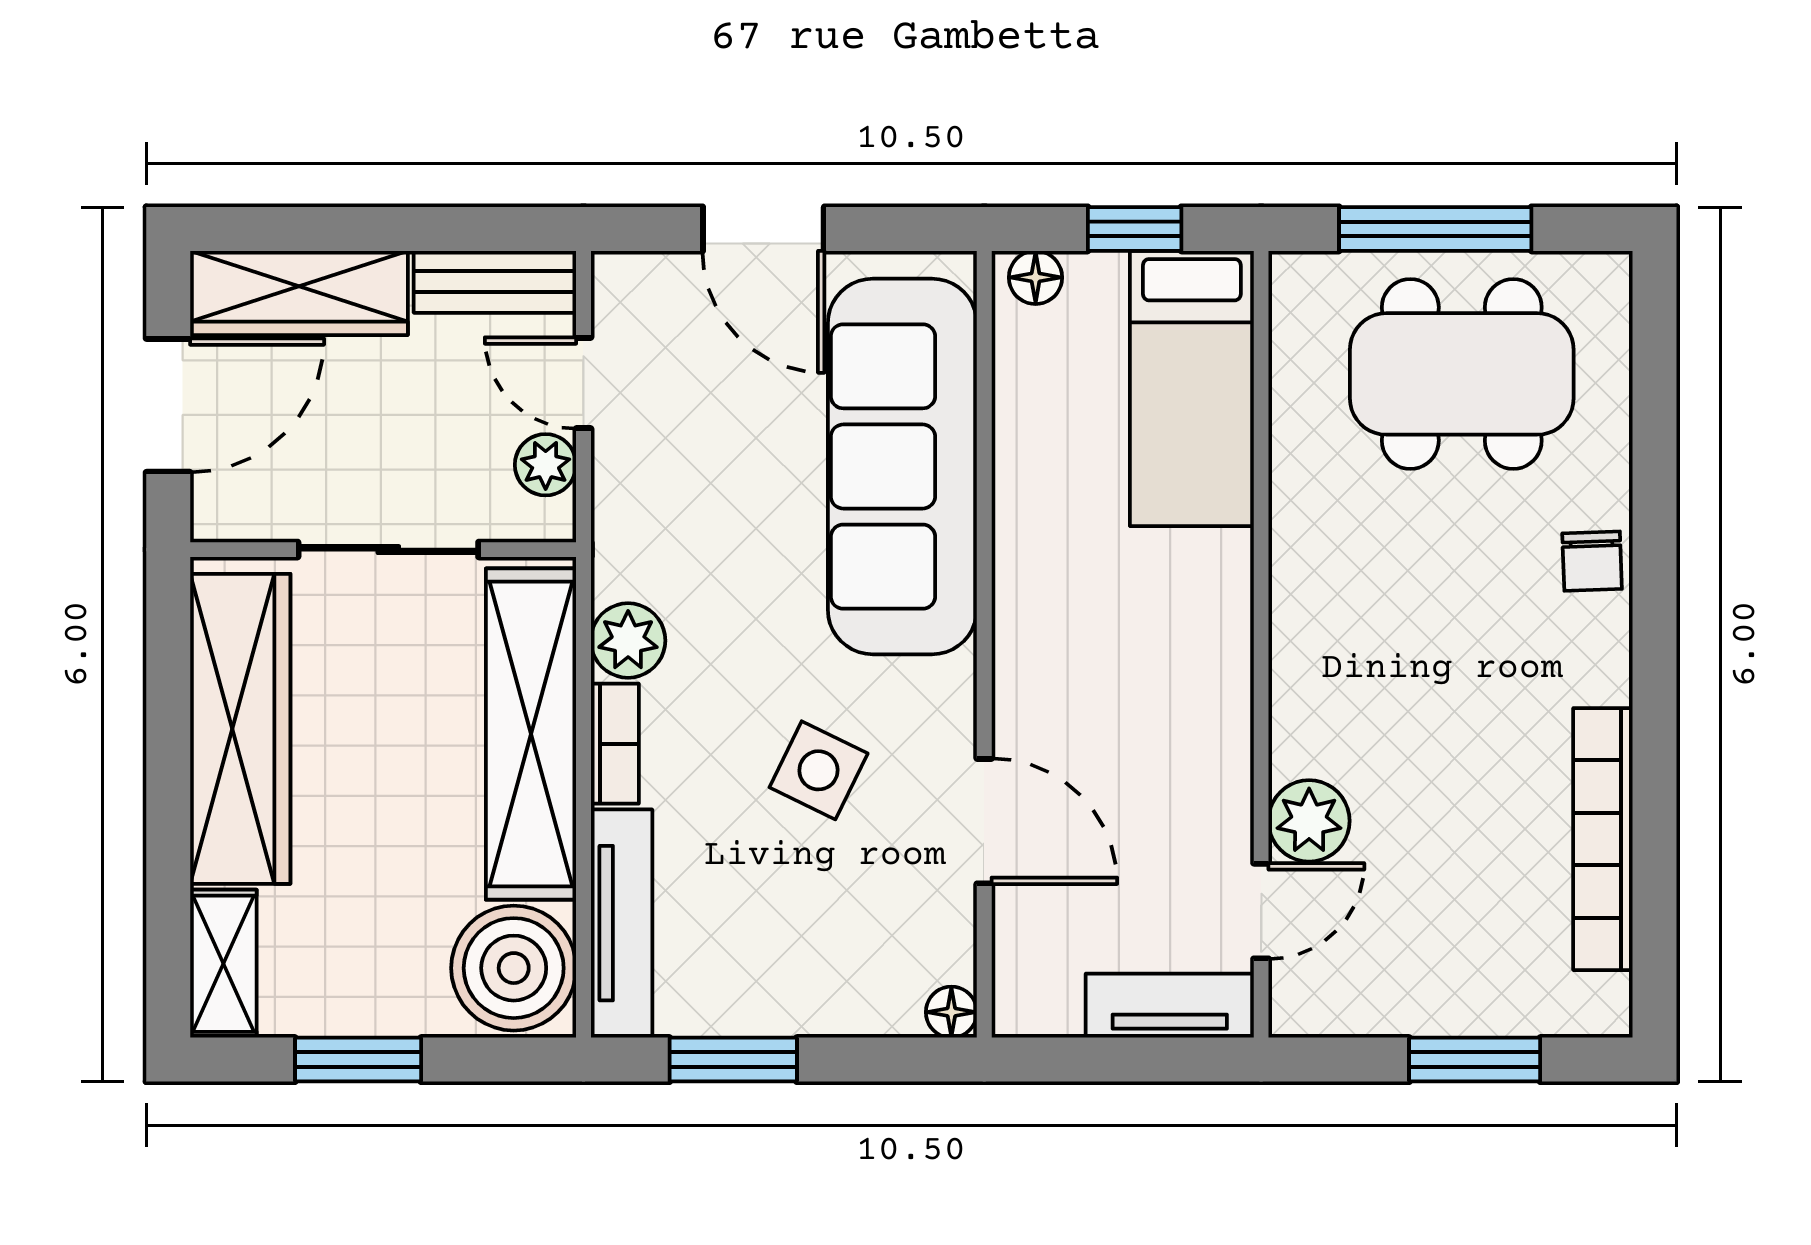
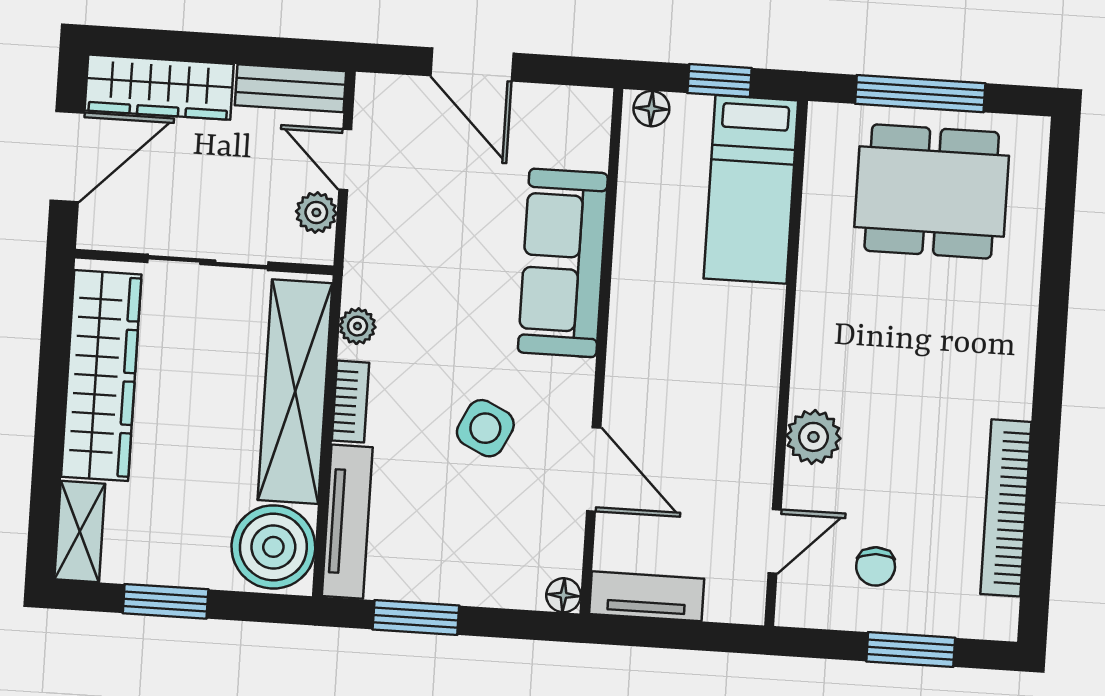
sofa: (902, 466) -> (563, 263), width x0.74, depth x0.79
chair: (1592, 561) -> (876, 566), moved
plant: (628, 641) -> (357, 326), width x0.73, depth x0.73
plant: (1309, 821) -> (813, 437), moved
tv unit: (1170, 1006) -> (647, 596), moved

